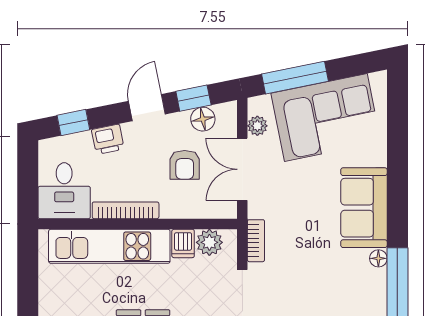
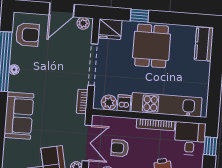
armchair: (185, 165) -> (120, 148), turned -90
window: (28, 180) -> (210, 146), added
floor lamp: (378, 258) -> (14, 70), moved

